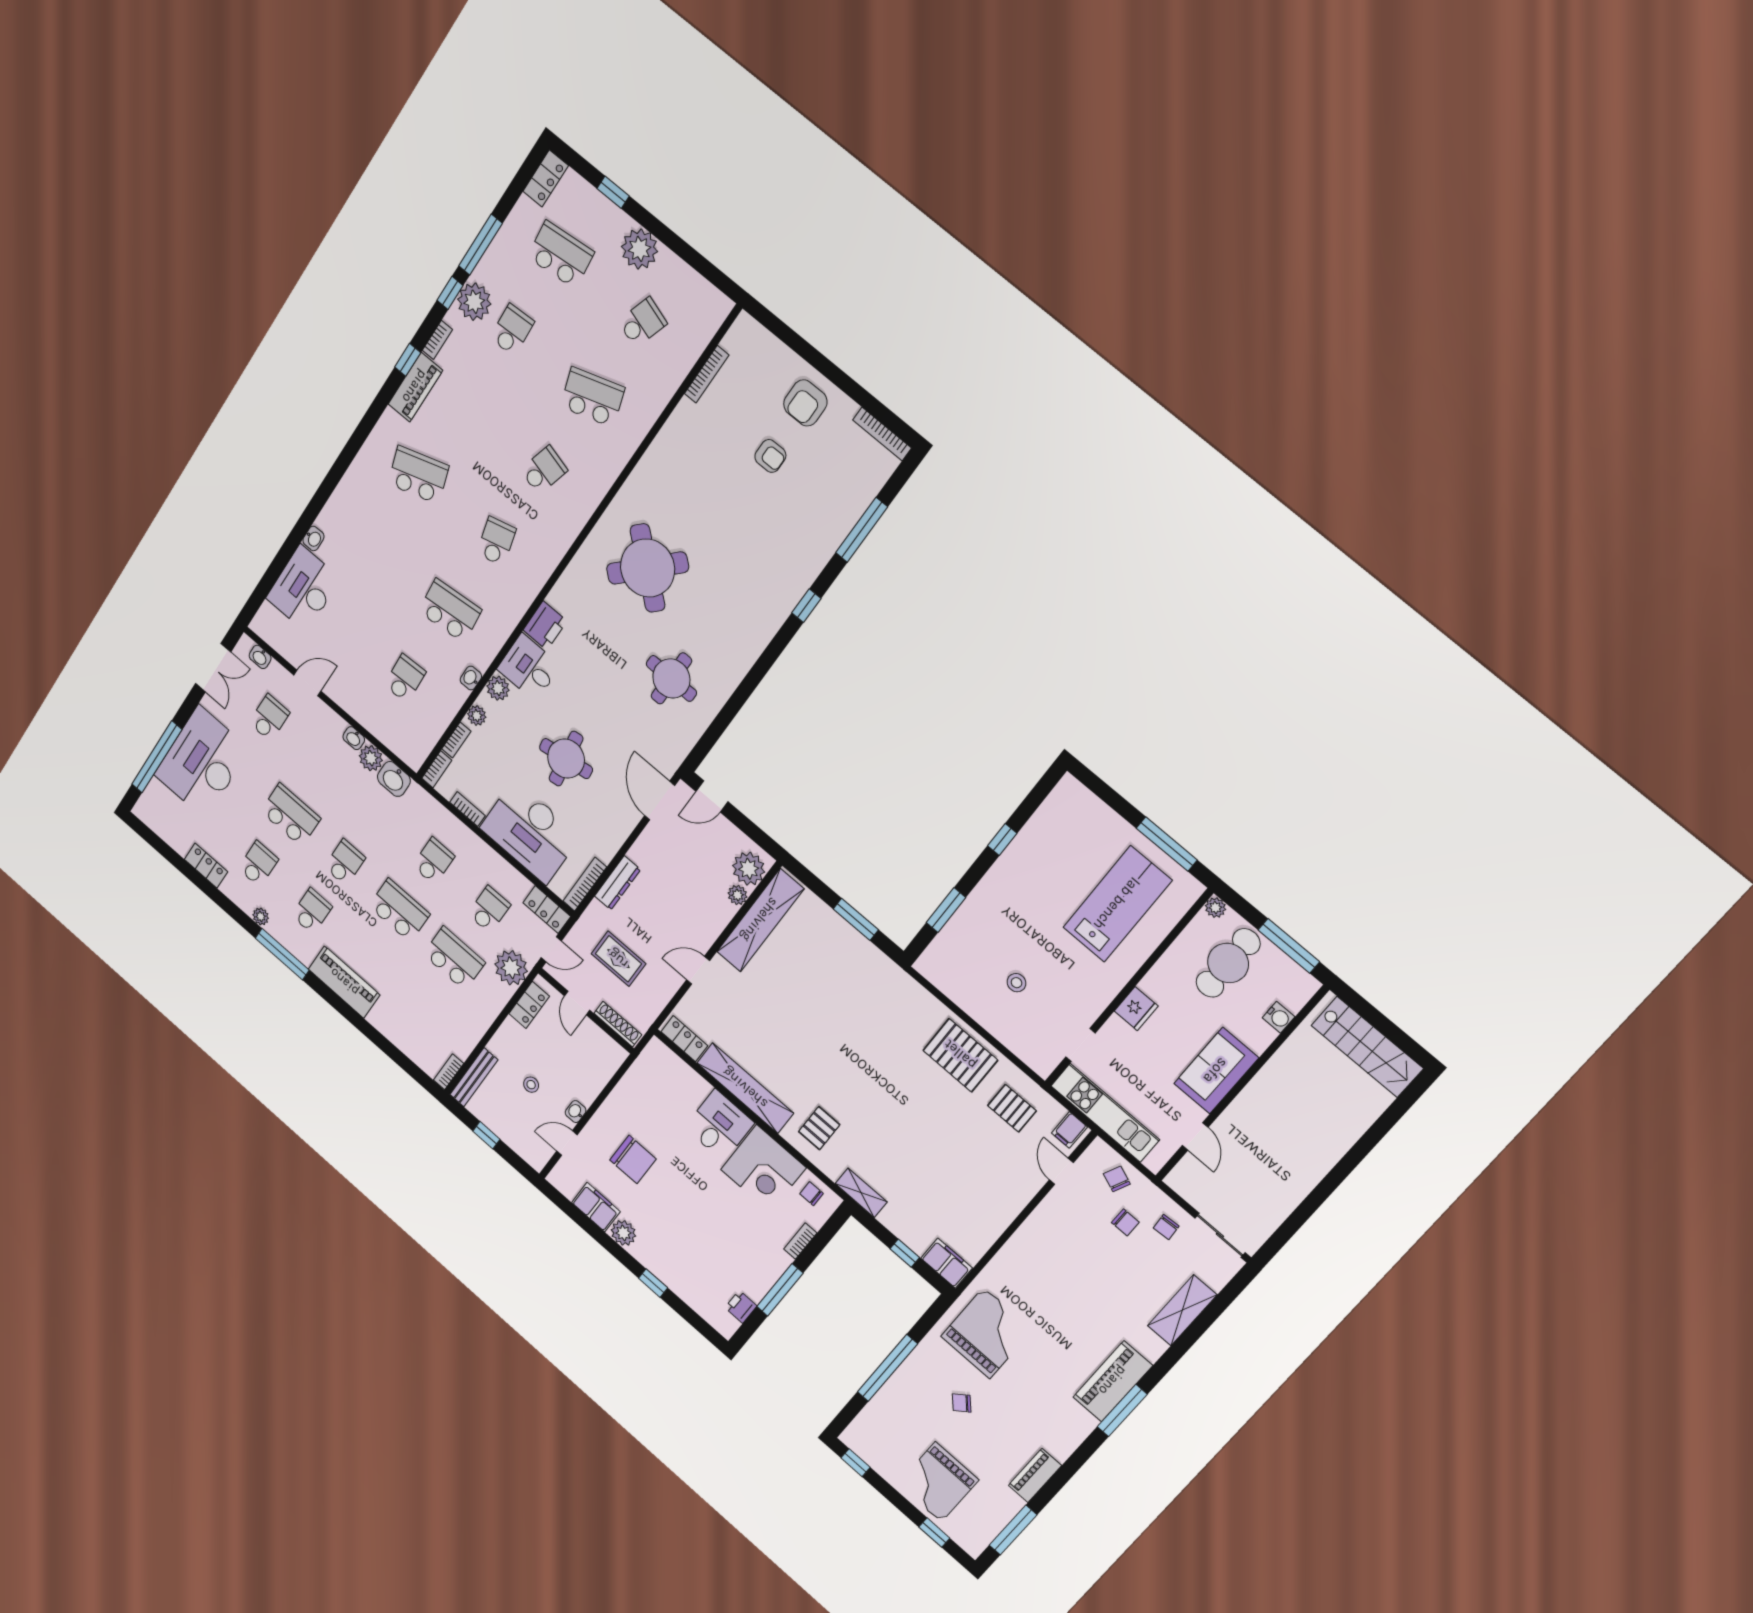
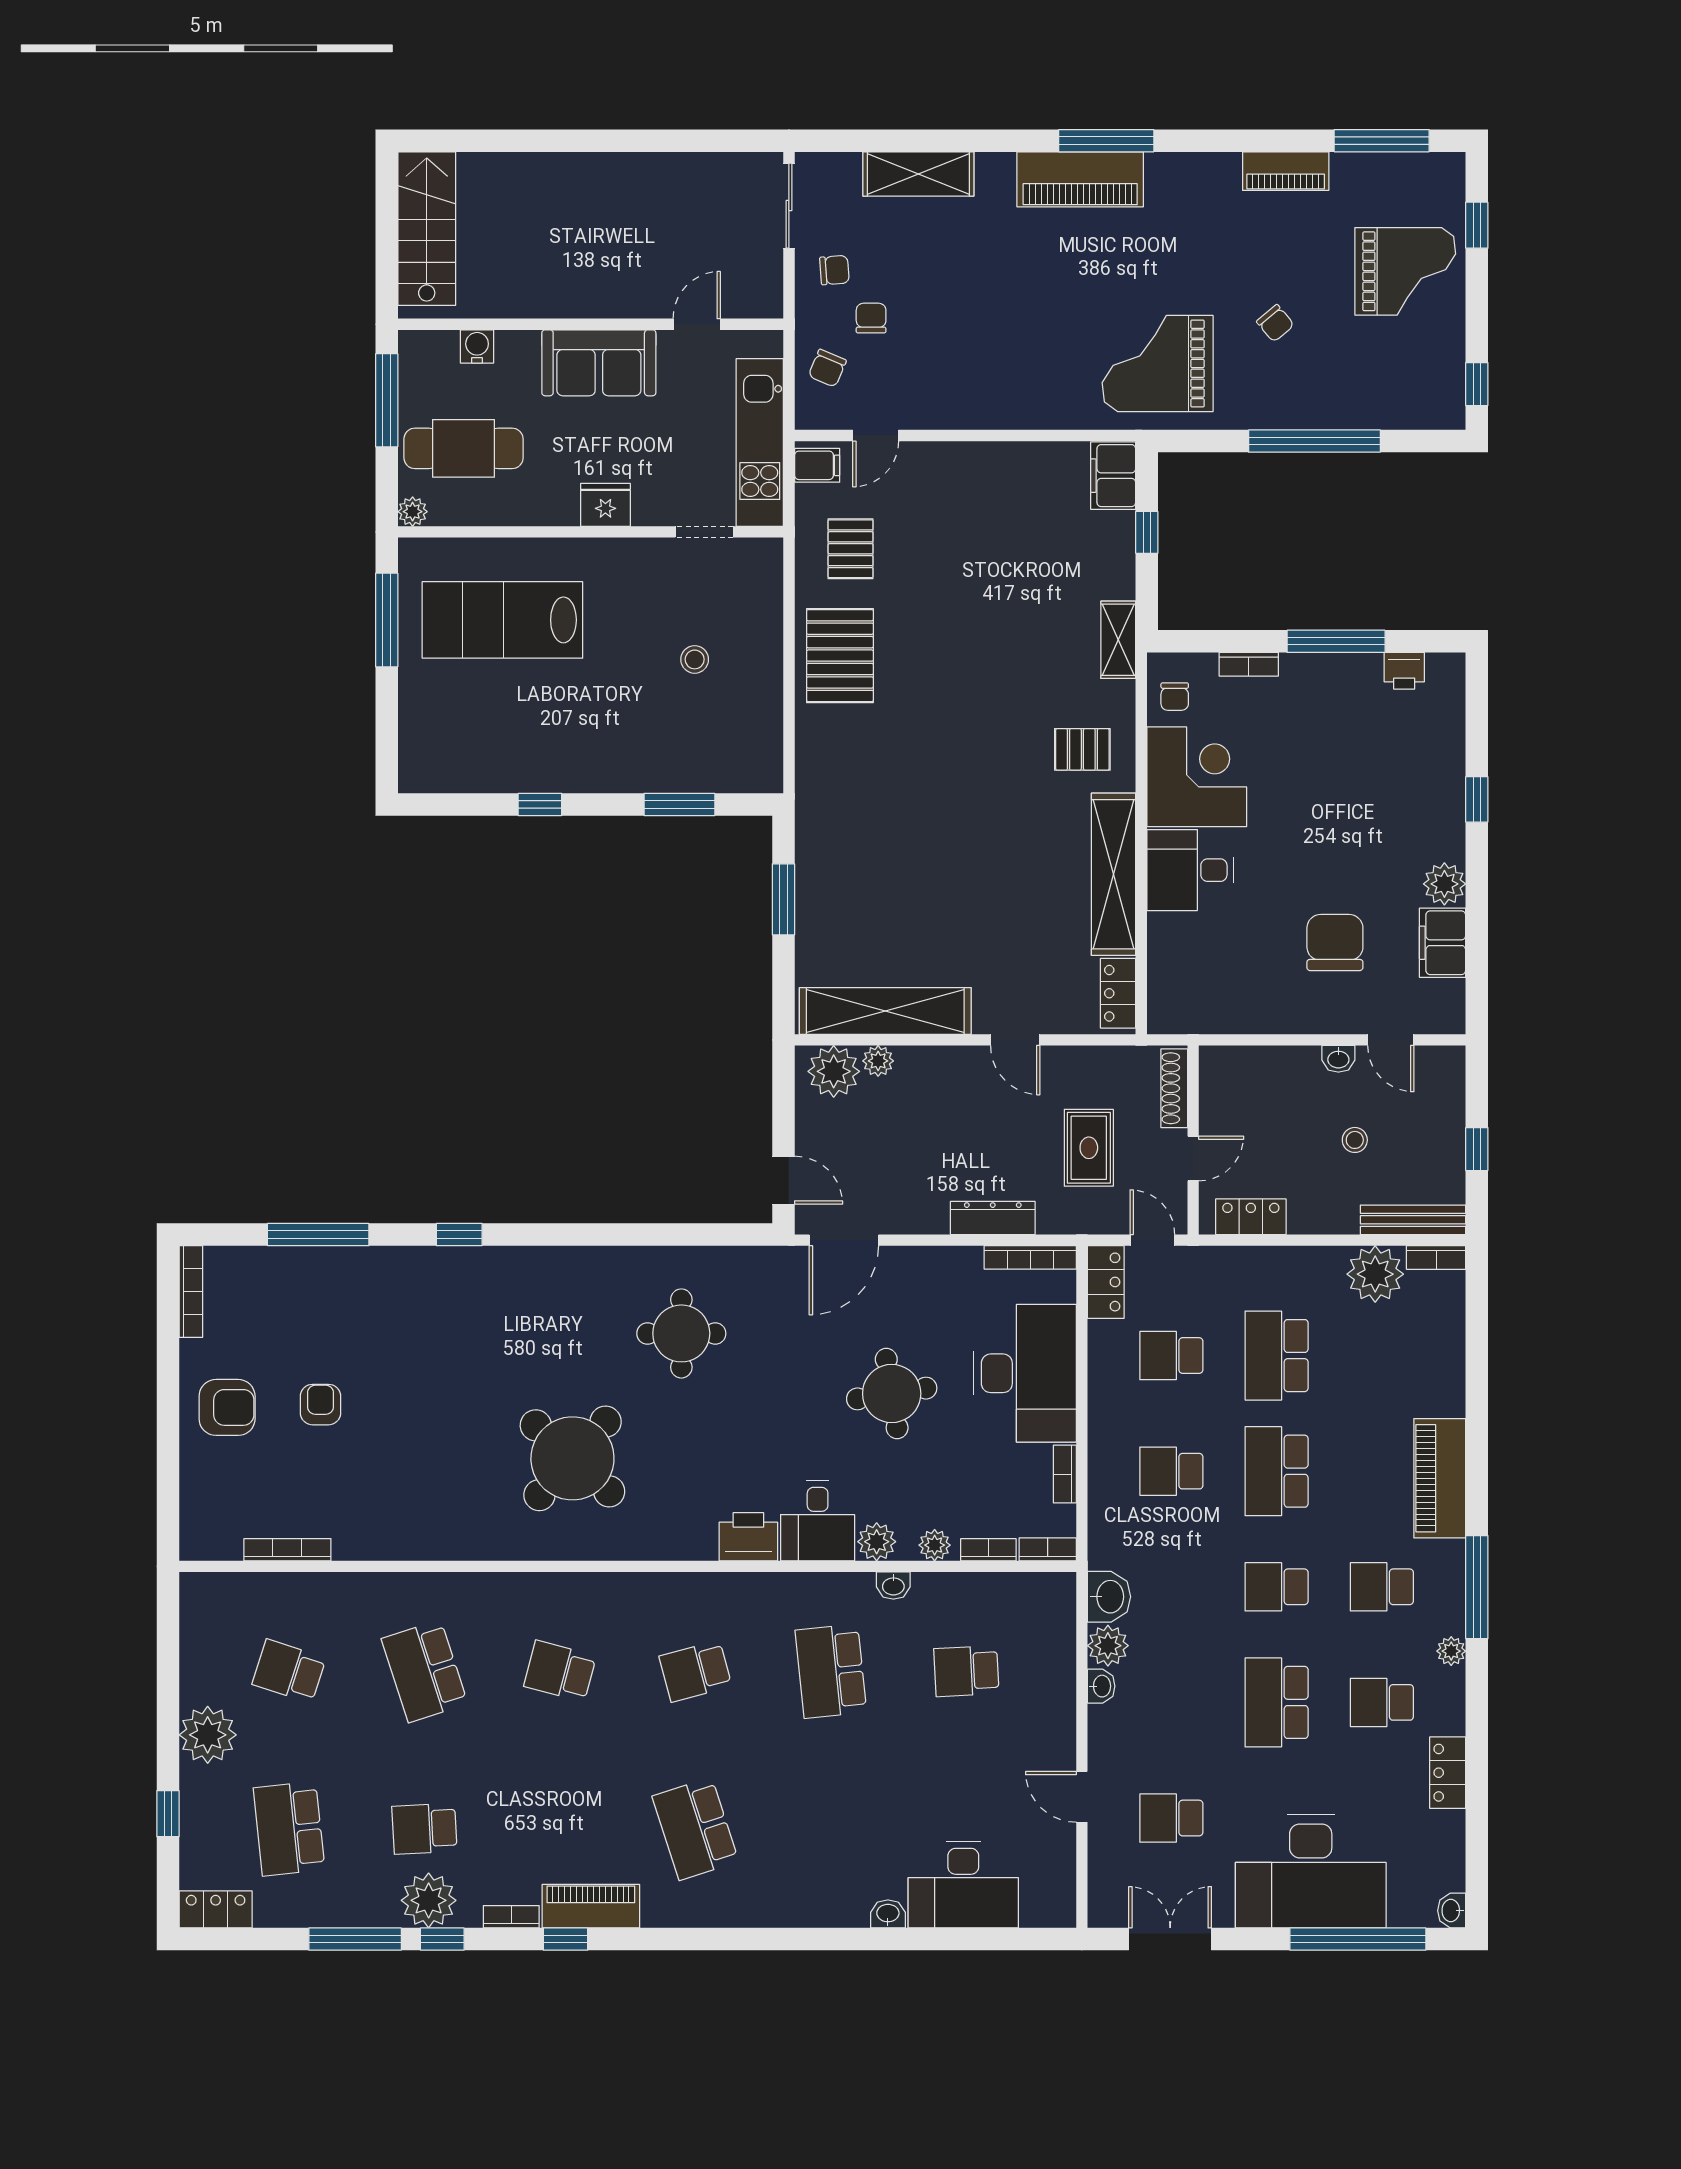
washbasin: (260, 657) -> (1452, 1911), moved, turned 180
plant: (511, 968) -> (1375, 1274), moved

